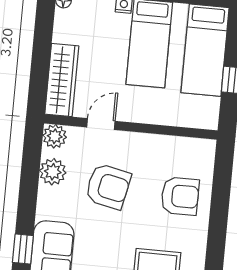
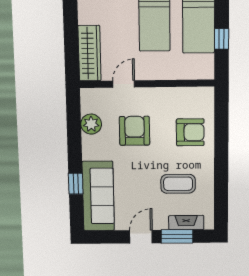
plant: (55, 136) -> (89, 97), removed
armchair: (108, 186) -> (135, 131), turned -102

